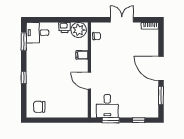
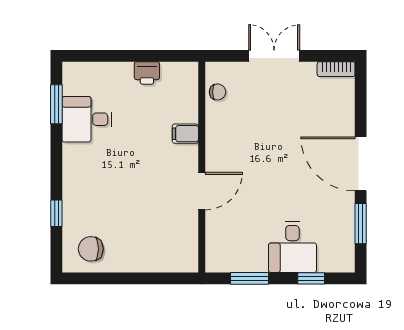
plant: (79, 30) -> (178, 78), removed
desk: (37, 33) -> (87, 119), moved
window: (24, 78) -> (56, 213), moved
door: (89, 81) -> (202, 191), swing flipped
desk: (107, 106) -> (292, 247), moved

